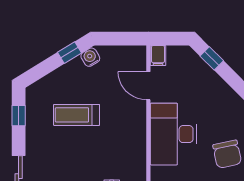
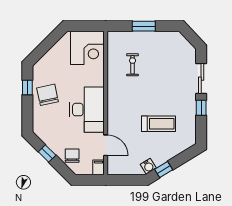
window: (212, 58) -> (47, 154), moved
chair: (194, 72) -> (72, 156), added
window: (19, 116) -> (201, 108), moved

